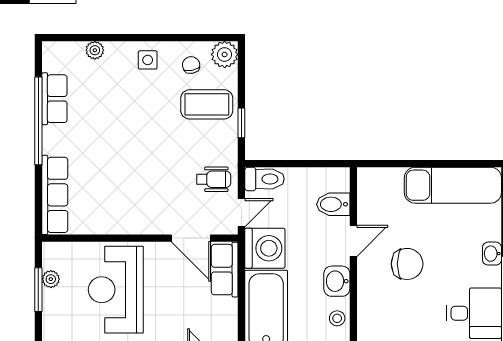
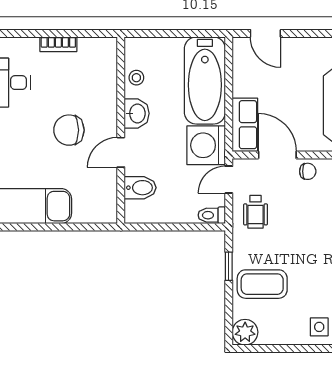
chair: (191, 65) -> (308, 171), moved, turned -79
wheelchair: (214, 179) -> (256, 212), turned -90
toilet: (264, 179) -> (212, 215), width x0.73, depth x0.72

